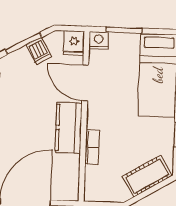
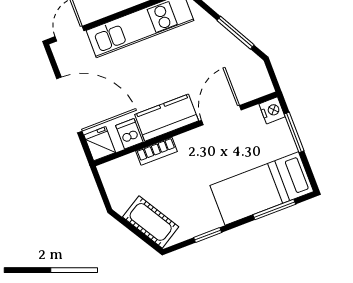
fridge: (74, 43) -> (100, 144), moved, turned 90
dishwasher: (39, 51) -> (129, 134), moved, turned 119

